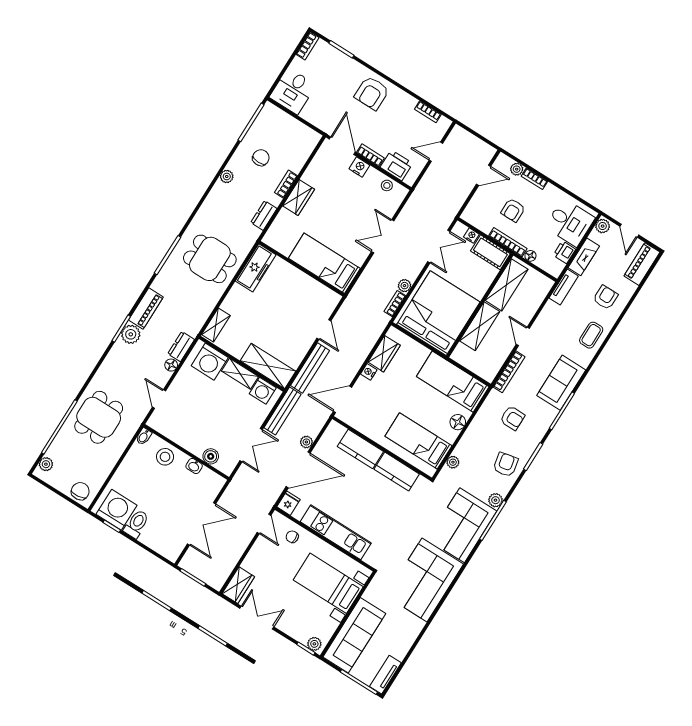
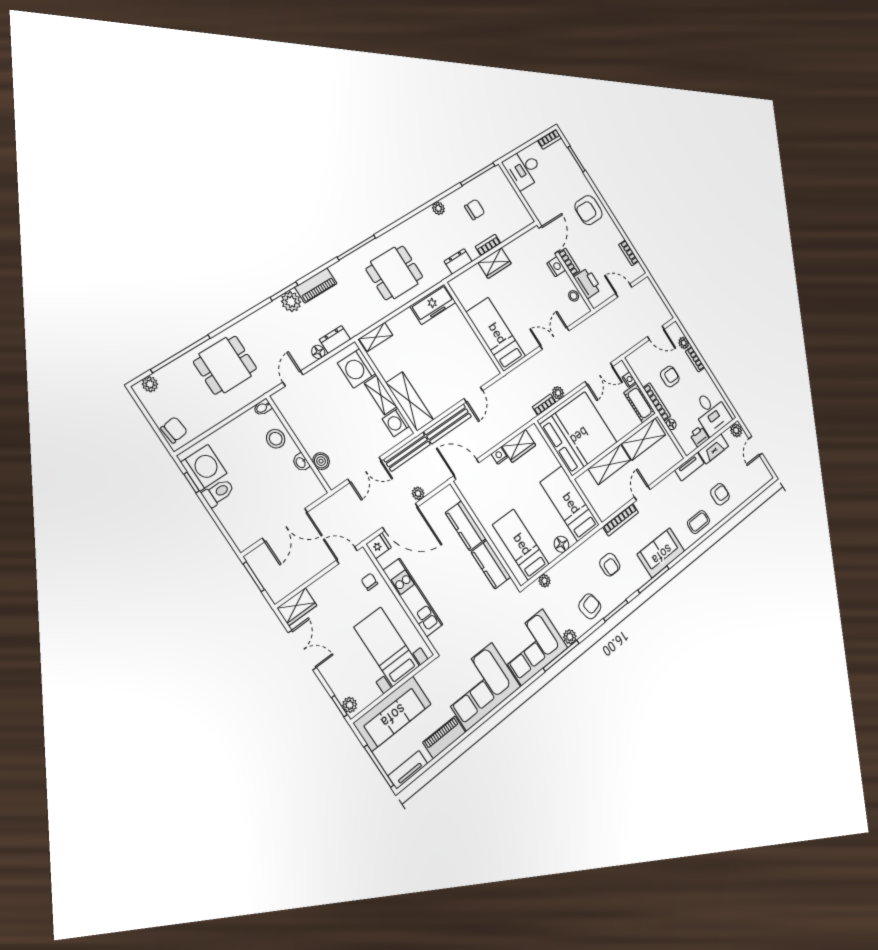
armchair: (513, 210) -> (670, 376), turned 180
dining table: (210, 259) -> (394, 273), turned 90
piano: (642, 264) -> (444, 737), moved
door: (264, 524) -> (347, 555), swing flipped

